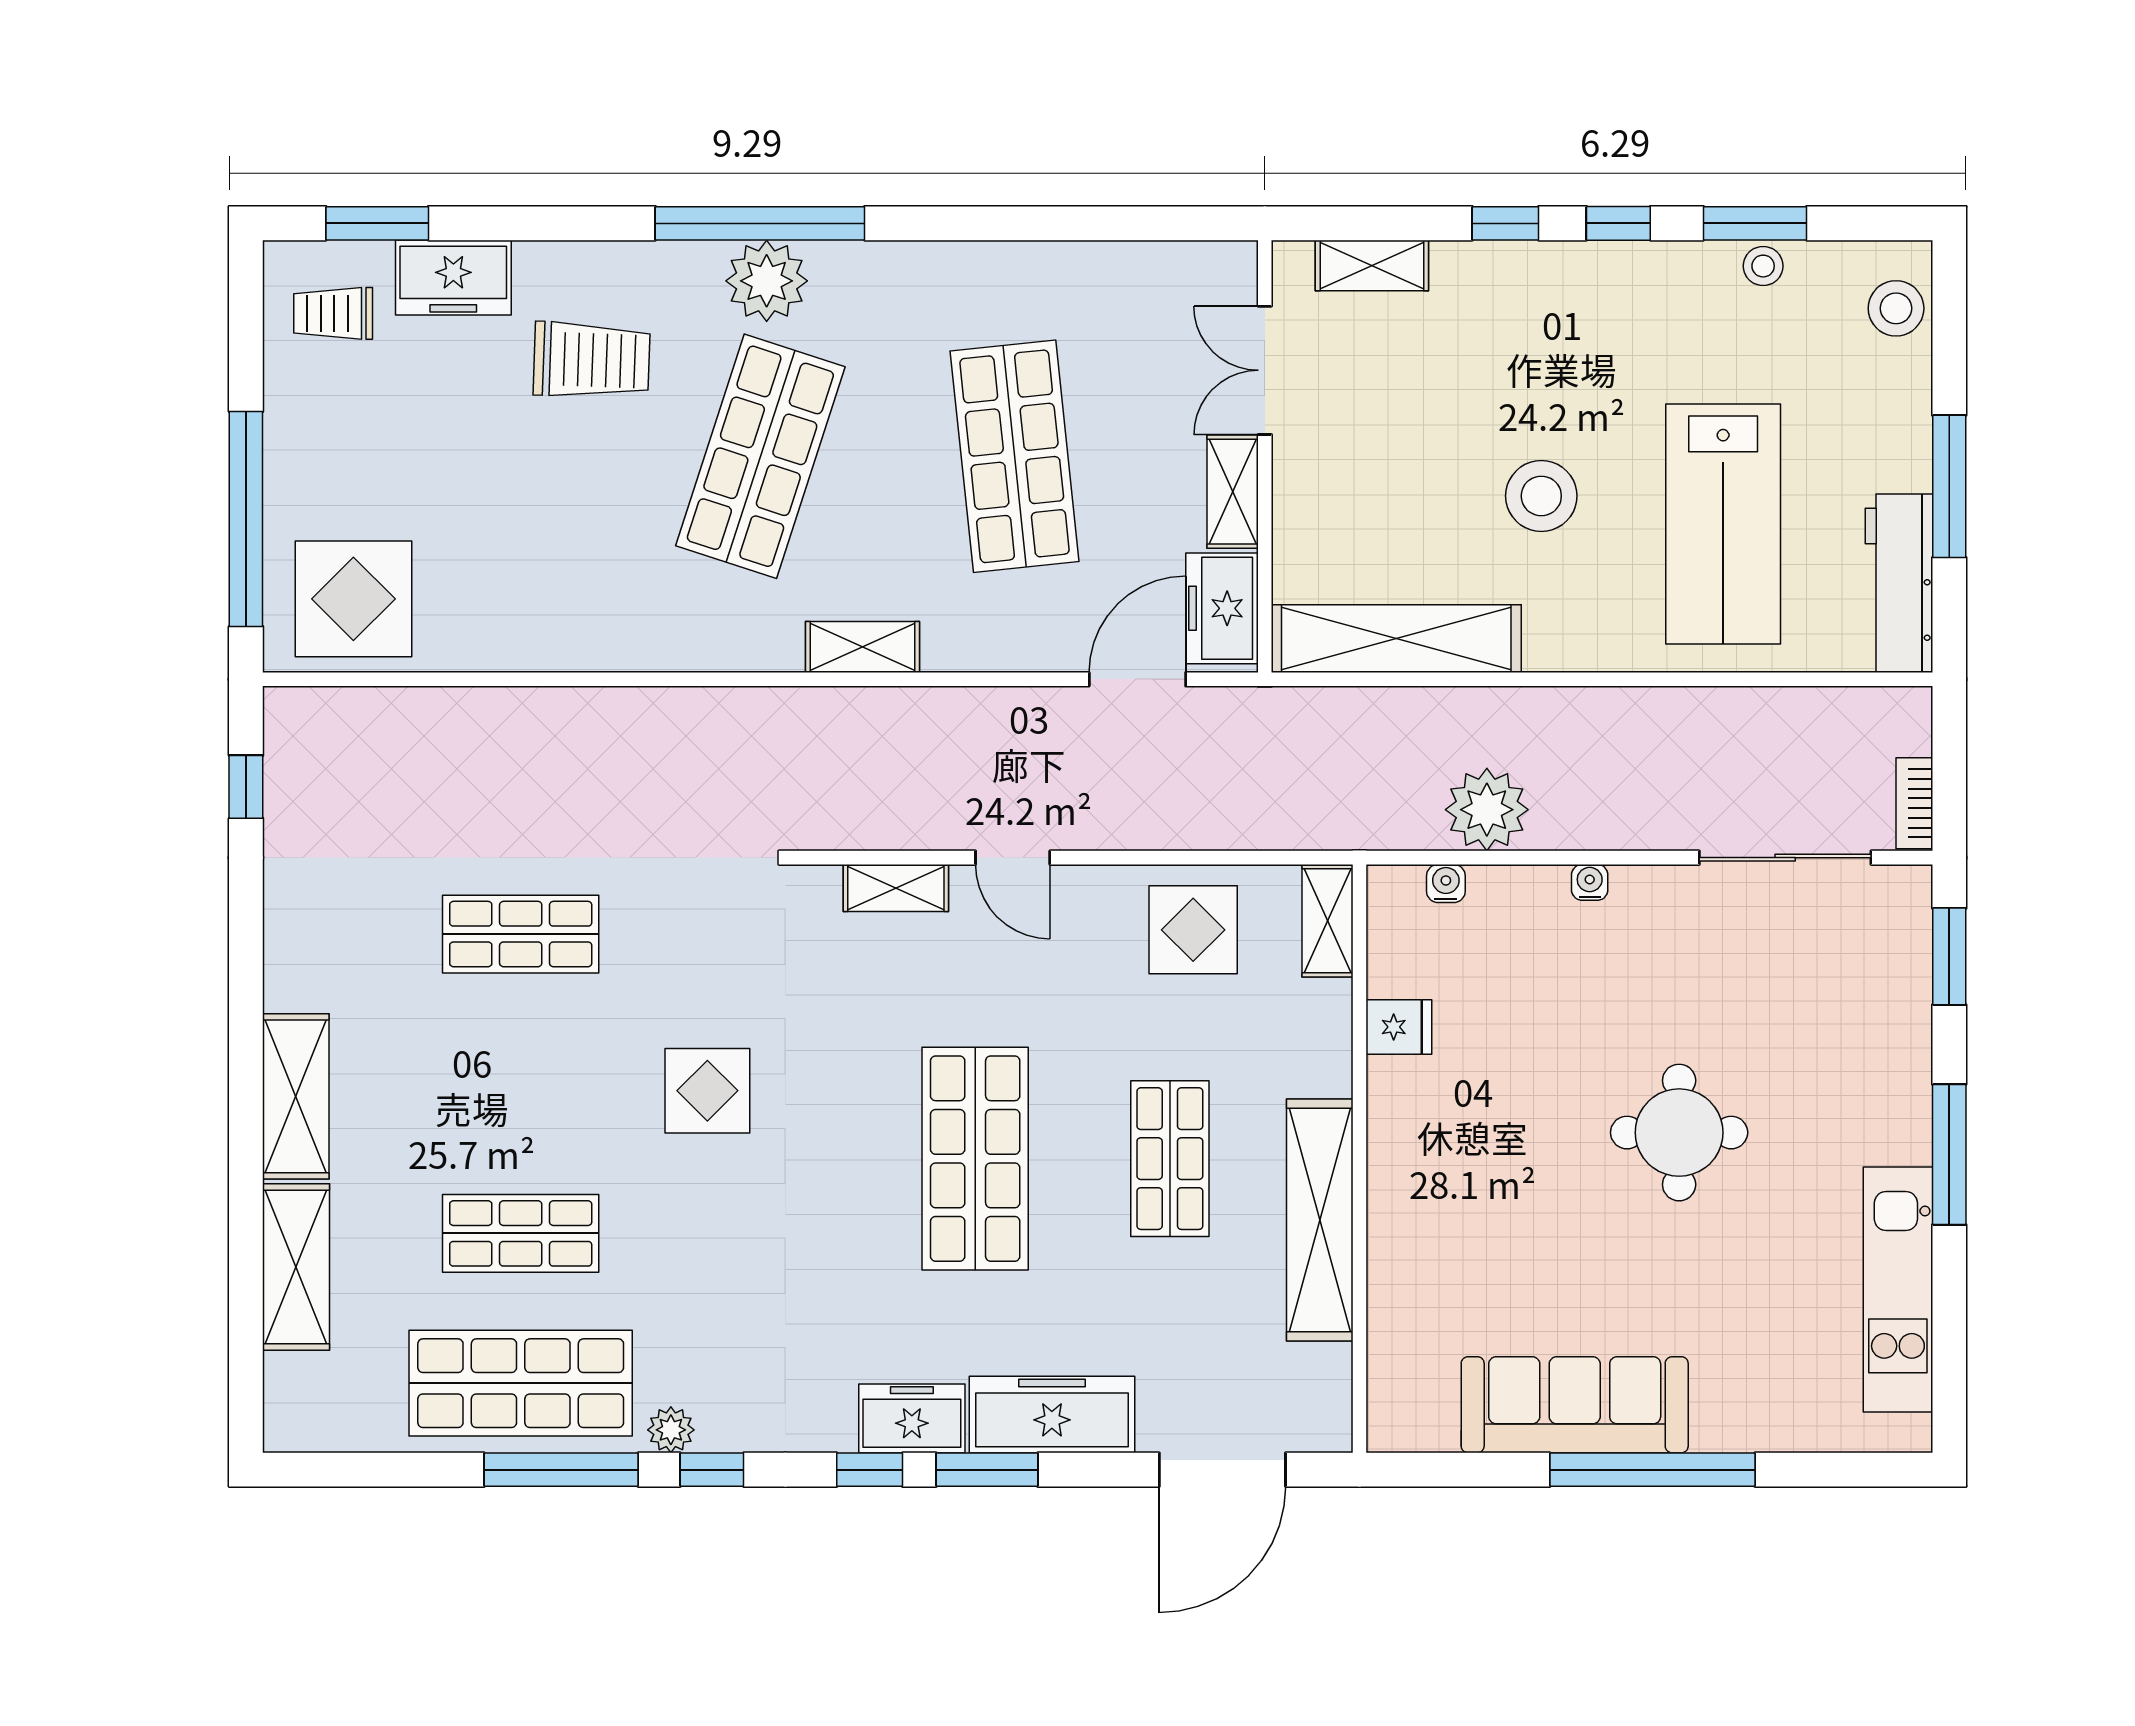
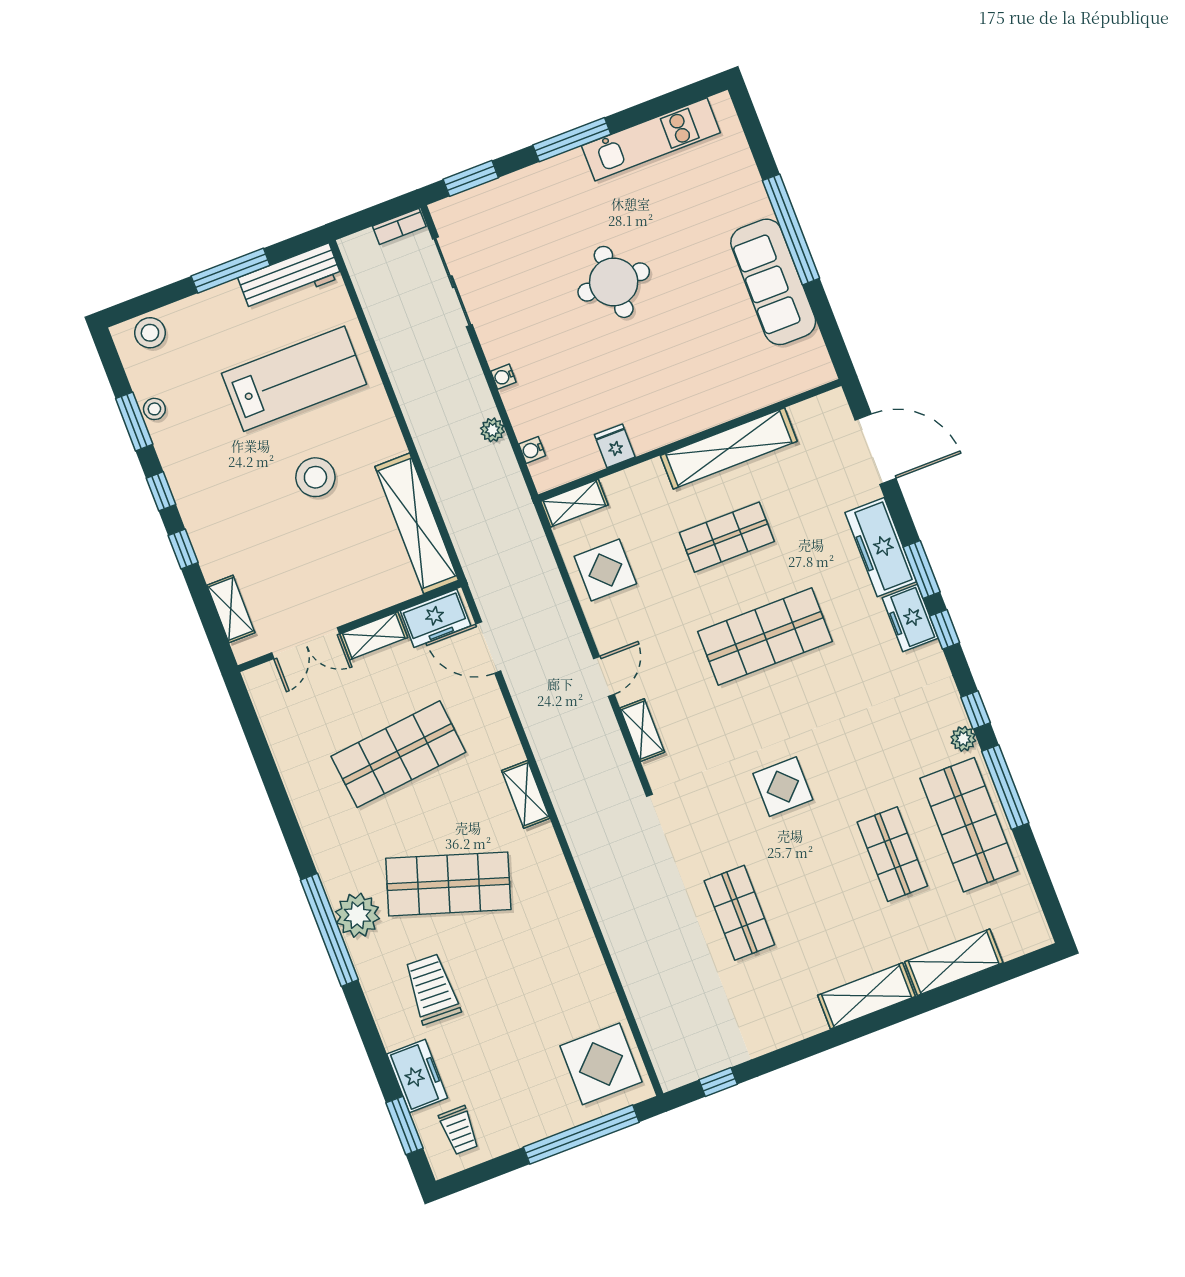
plant: (1487, 810) -> (492, 430), width x0.53, depth x0.53

